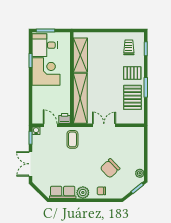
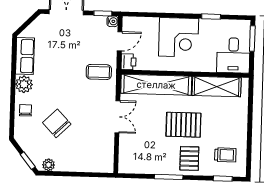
desk: (45, 45) -> (233, 55), moved, turned 180
corner desk: (46, 71) -> (179, 37), moved
pallet: (132, 97) -> (183, 125), moved

